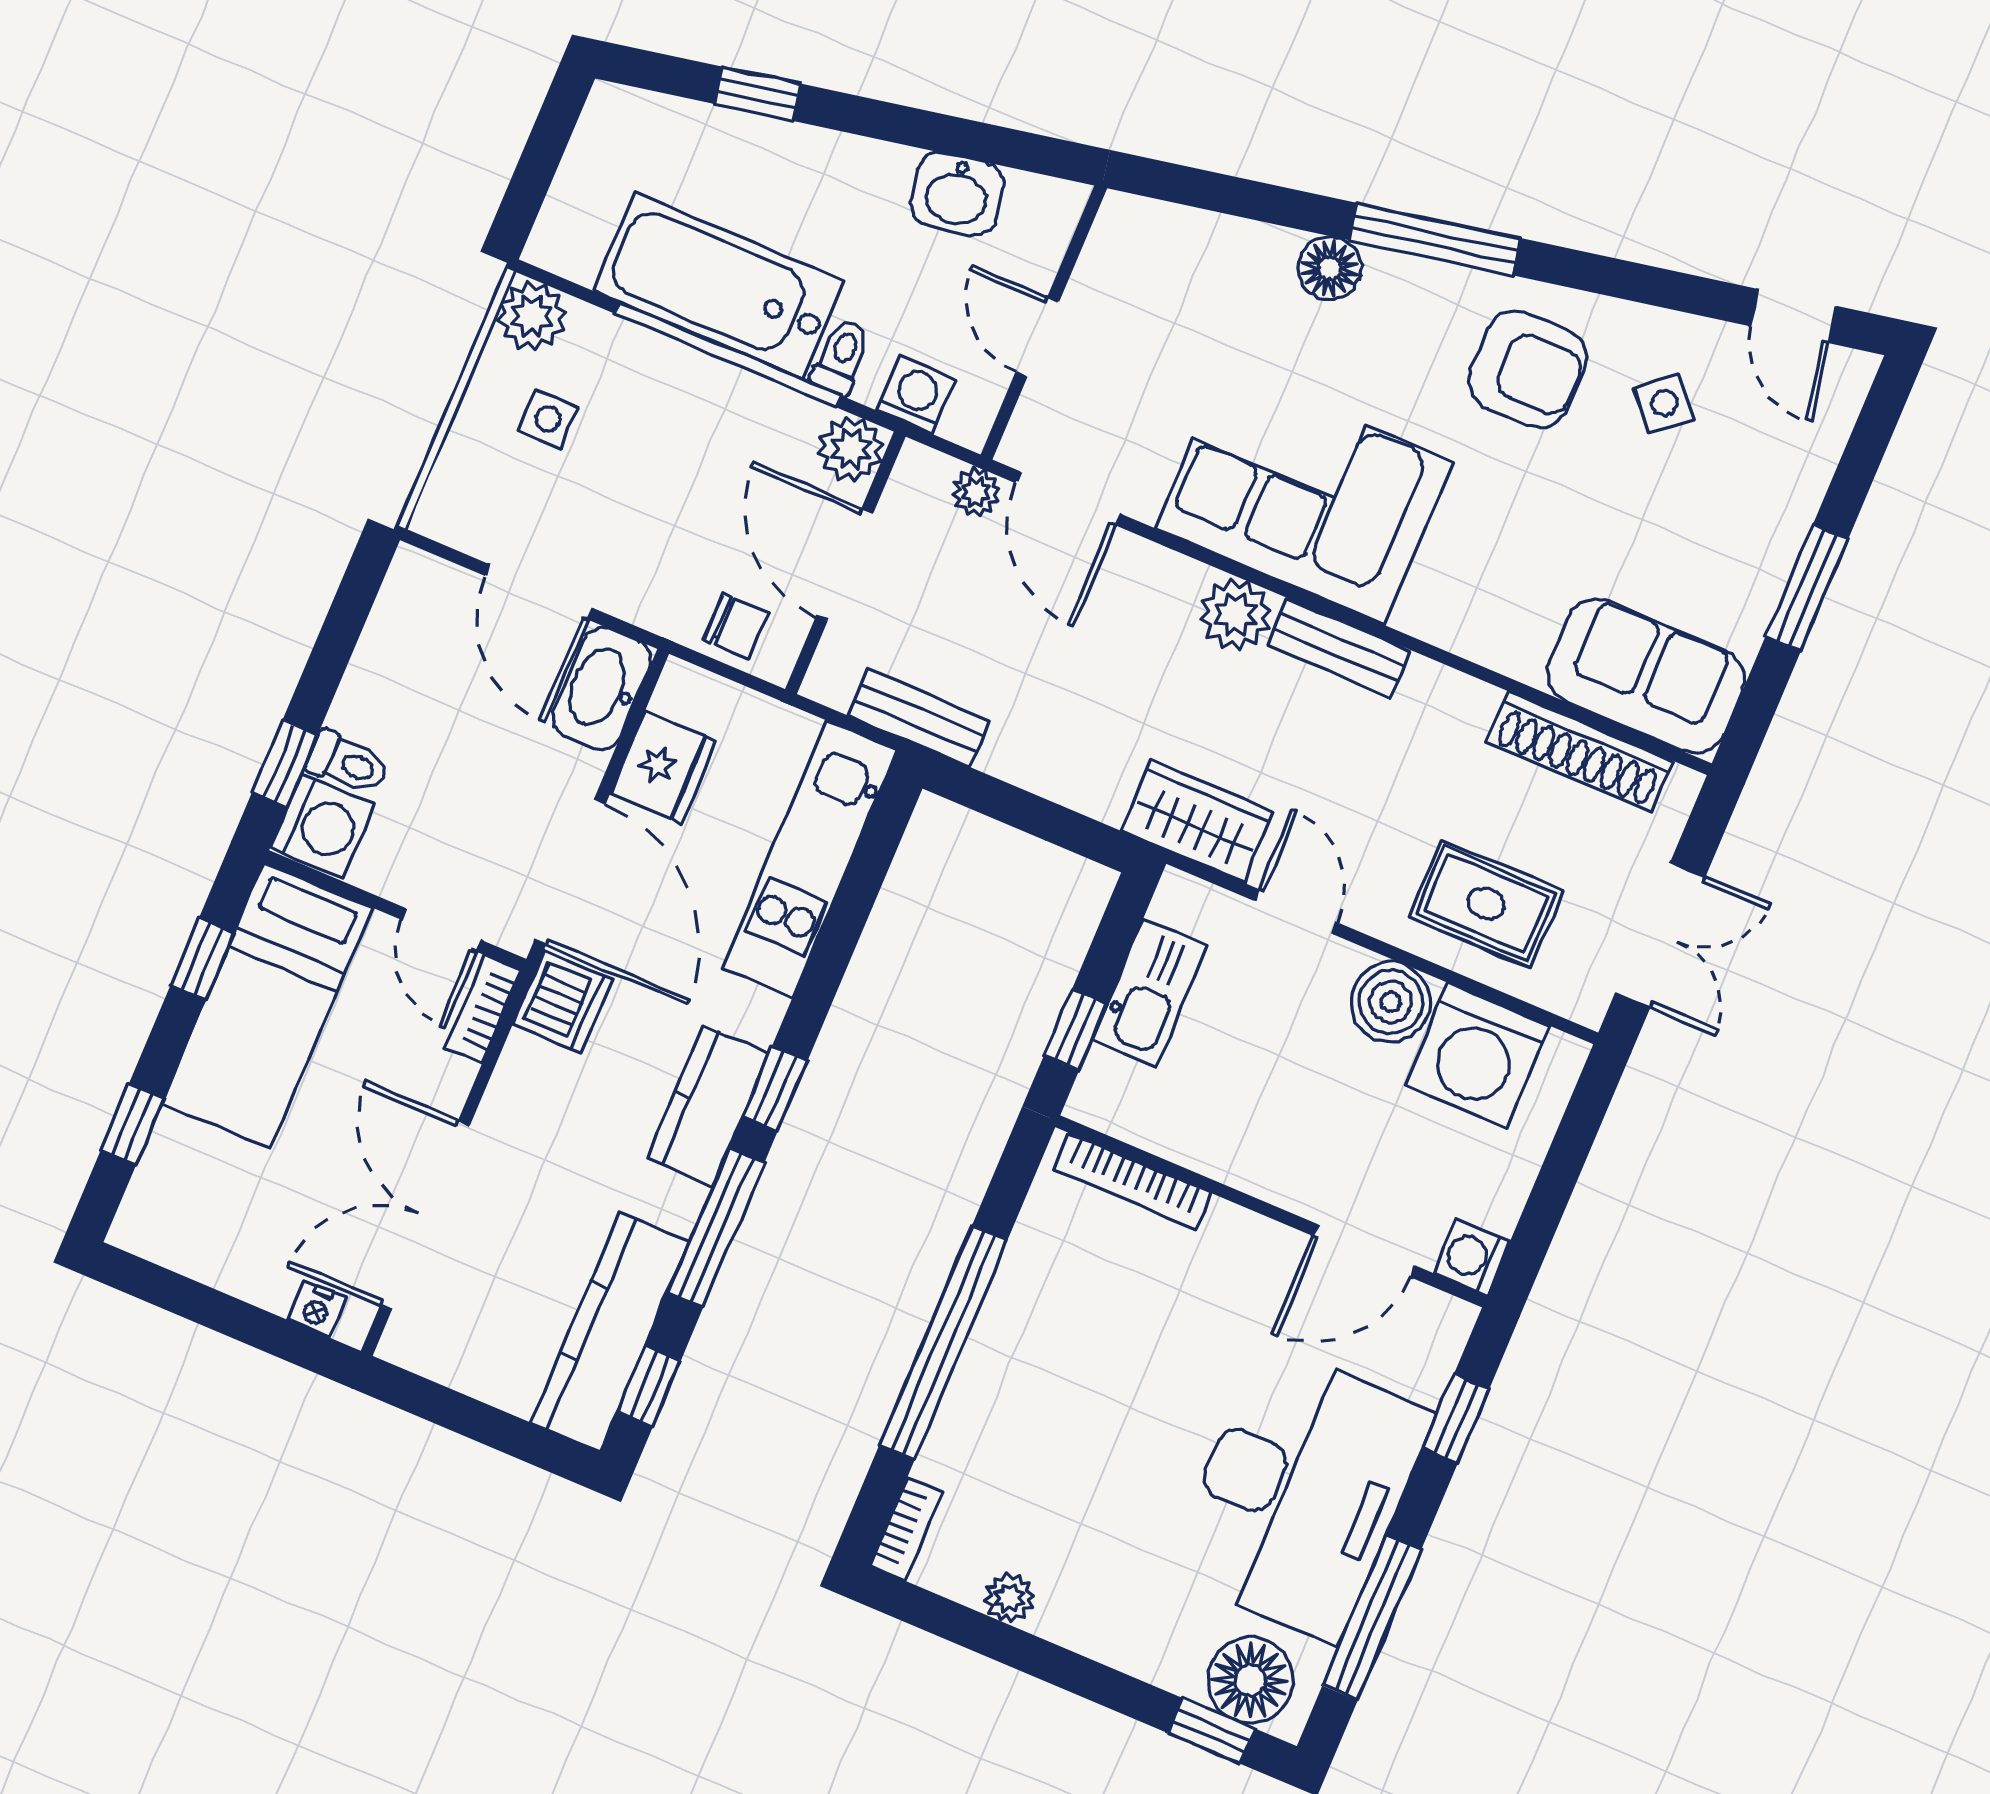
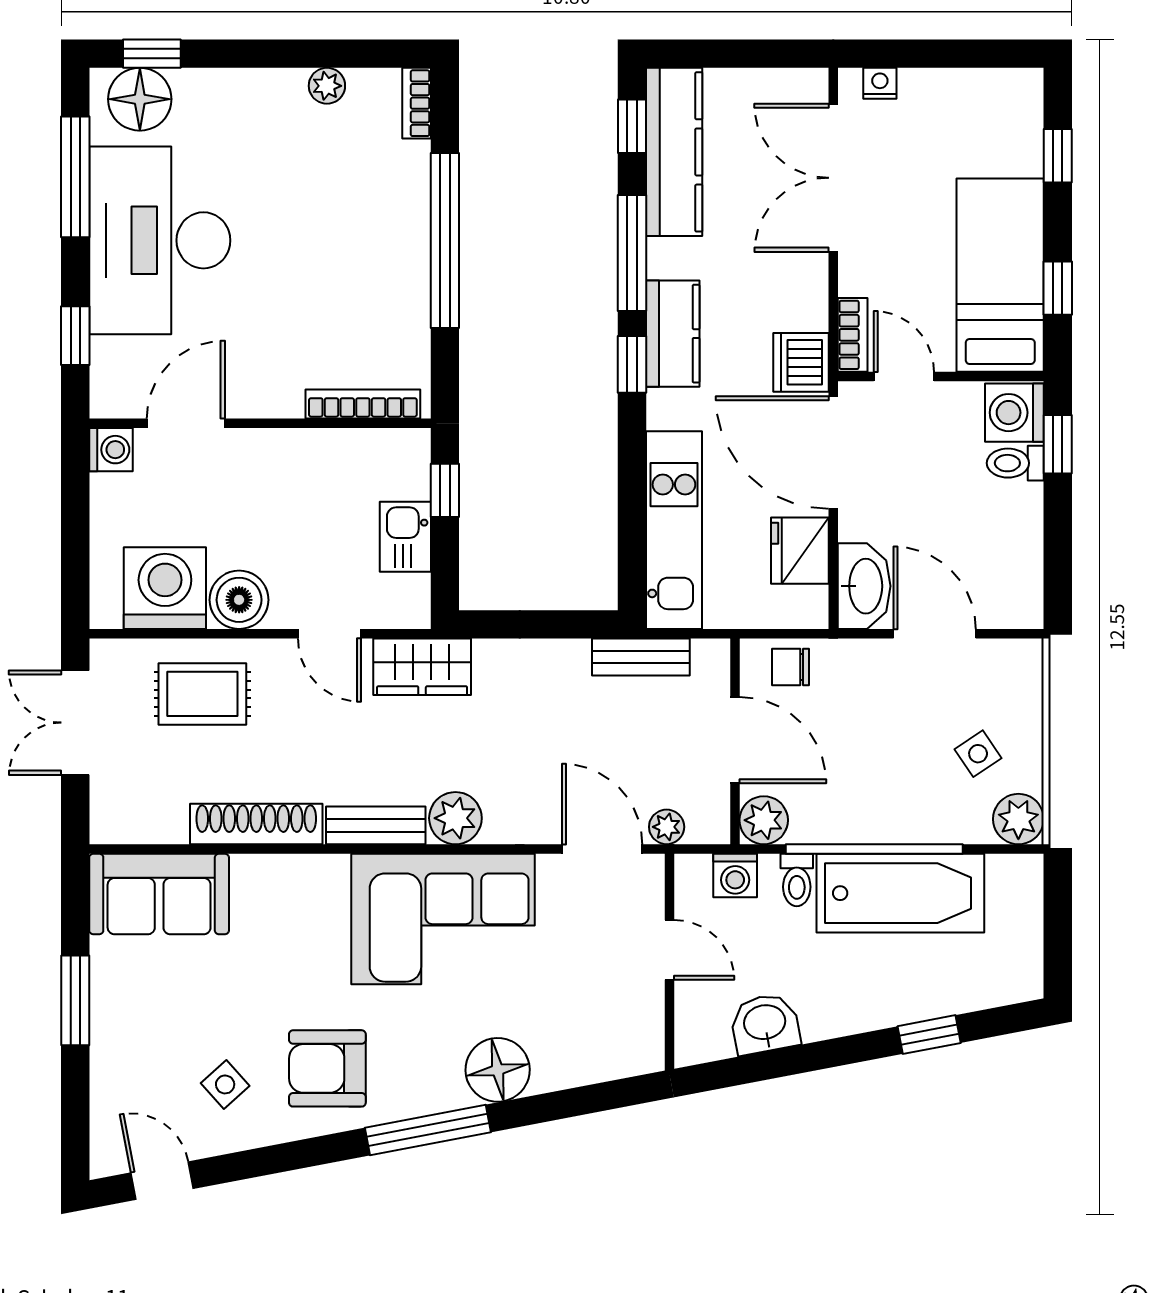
floor lamp: (1330, 268) -> (498, 1070), width x1.38, depth x1.38
side table: (548, 419) -> (978, 754), turned -34
shoe rack: (1580, 752) -> (256, 824), moved
kitchen sink: (1149, 993) -> (405, 537), width x0.73
double door: (425, 1216) -> (833, 178), swing flipped

